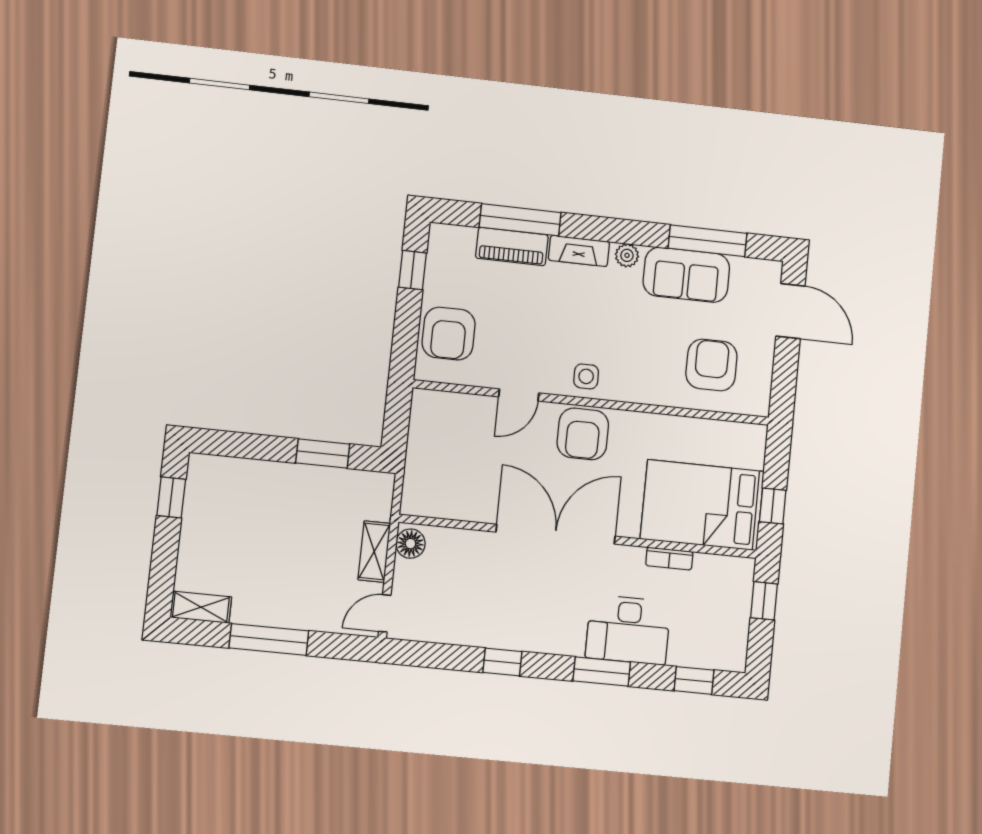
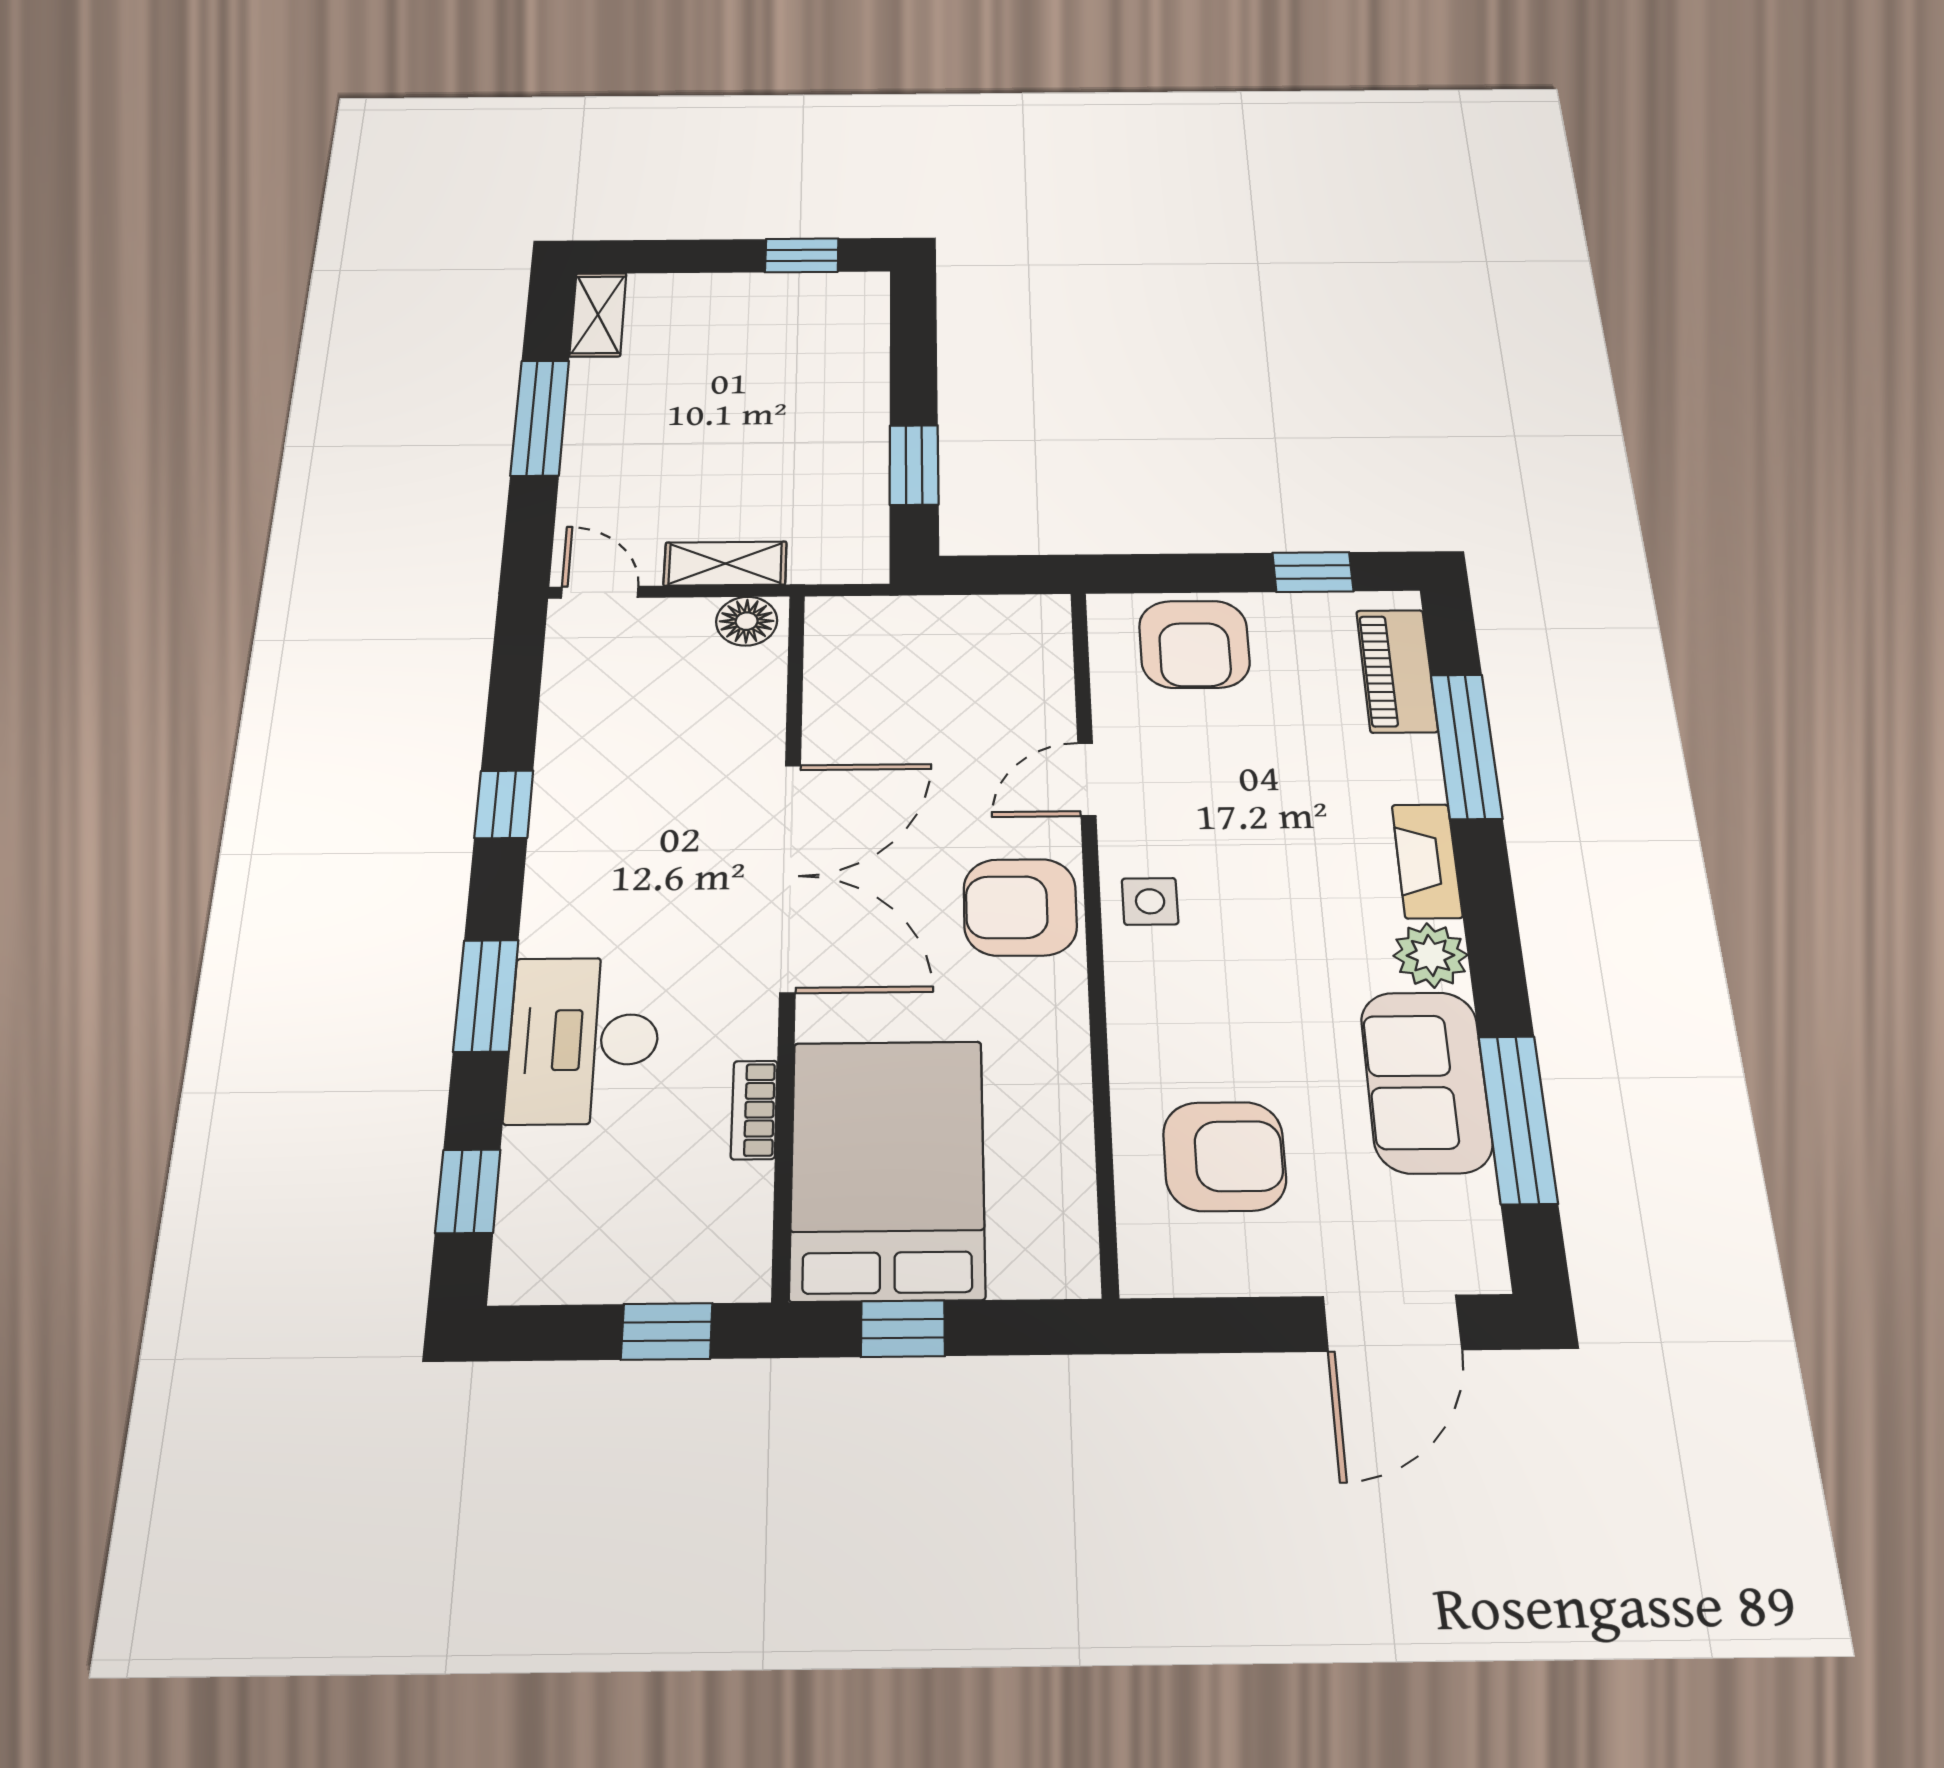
piano: (512, 246) -> (1397, 671), moved
plant: (627, 255) -> (1430, 955), width x1.38, depth x1.38
armchair: (449, 334) -> (1194, 644), turned -90
door: (519, 395) -> (1087, 779), hinge flipped

